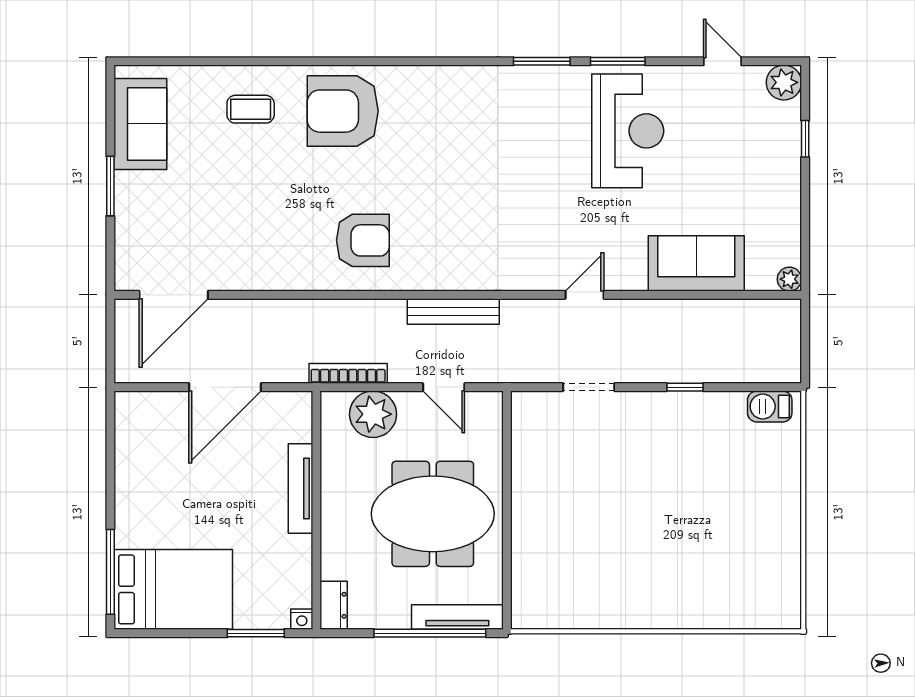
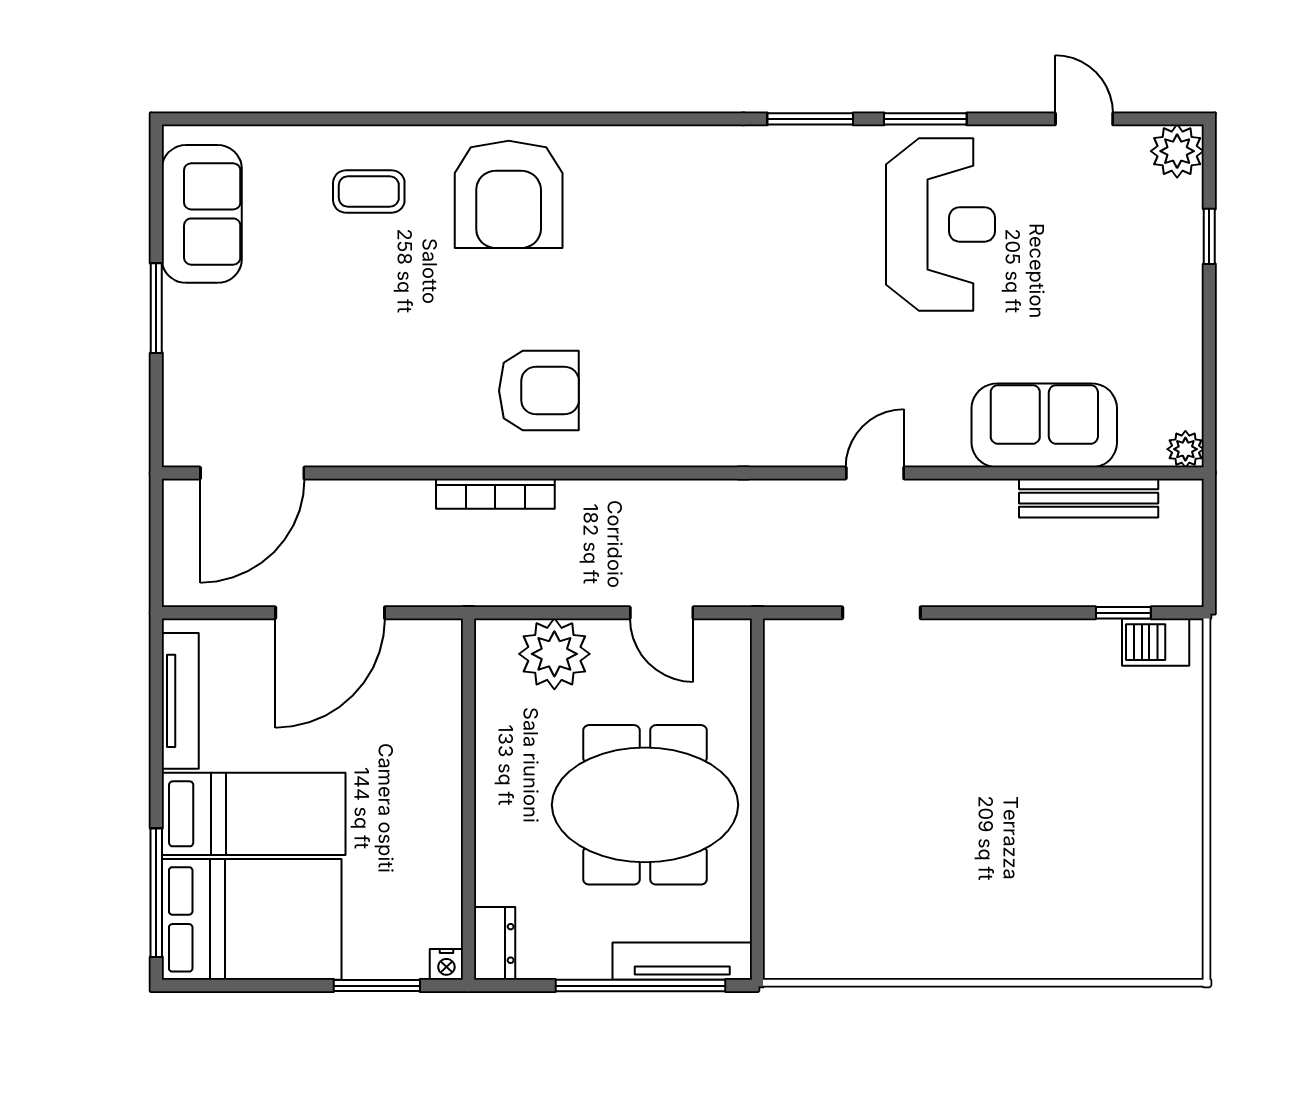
armchair: (343, 111) -> (509, 194), turned -90
bench: (453, 311) -> (1089, 498), moved
bookcase: (348, 373) -> (495, 494), moved, turned 180
window: (685, 387) -> (1123, 613), moved
tv unit: (300, 488) -> (180, 701), moved, turned 180
bed: (175, 520) -> (254, 814), added

